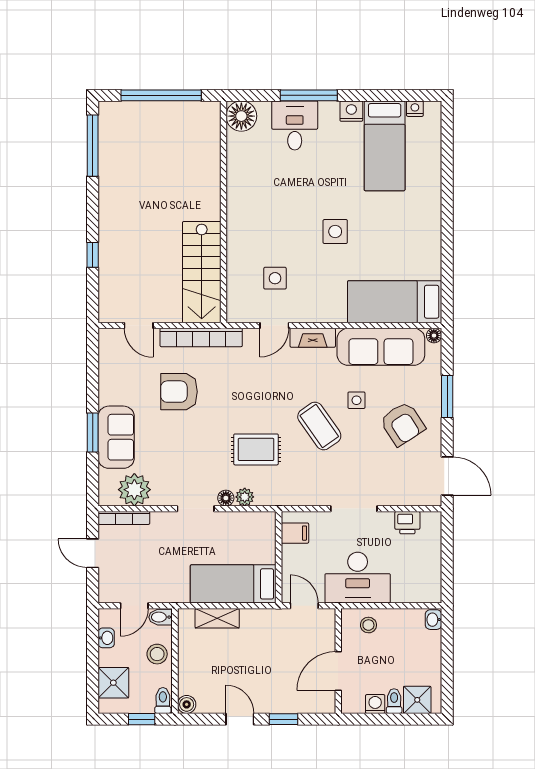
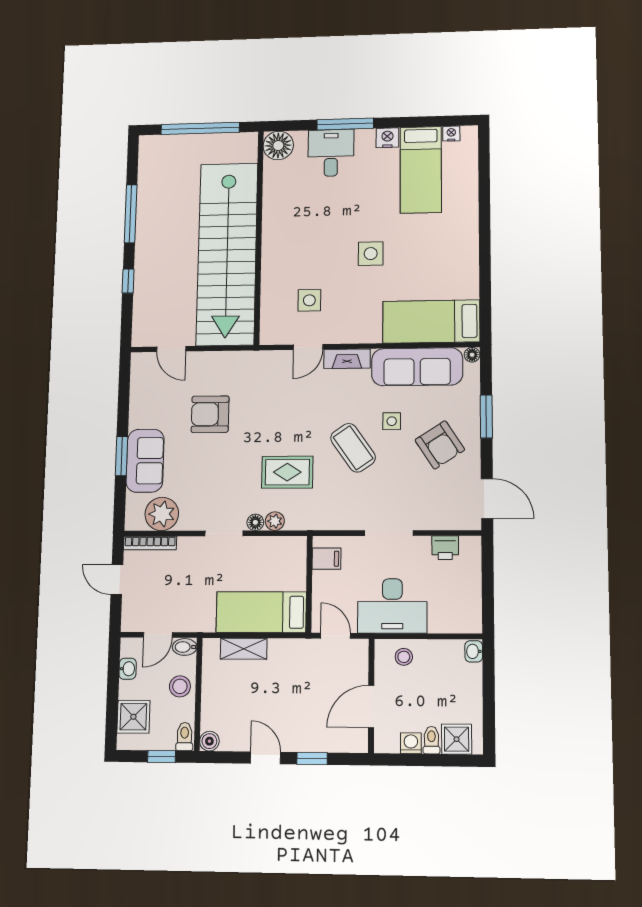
window: (93, 146) -> (131, 214), moved
stairs: (202, 272) -> (227, 254), width x1.86, depth x1.51
bookcase: (201, 337) -> (234, 360), removed

